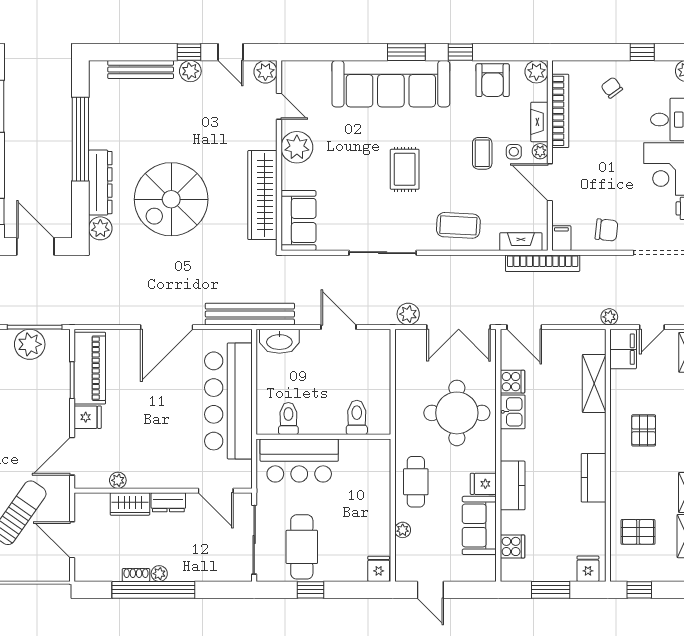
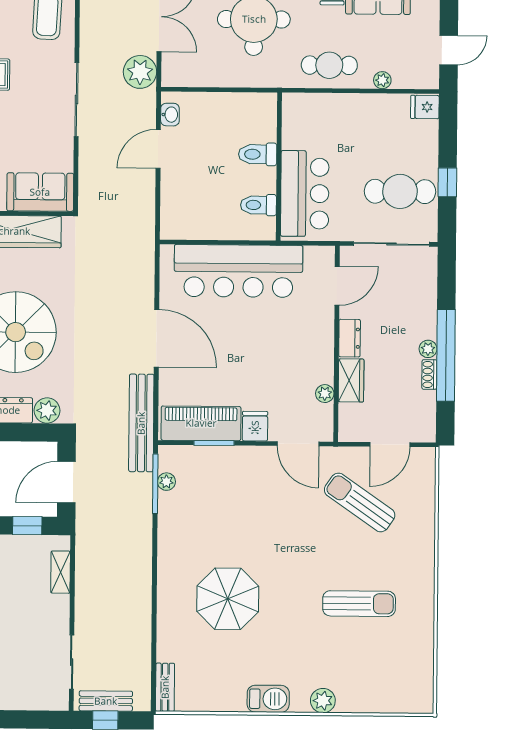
bench: (250, 314) -> (141, 423), moved
plant: (408, 314) -> (140, 72), width x1.36, depth x1.36
washbasin: (279, 341) -> (170, 115), moved, width x0.52, depth x0.69
plant: (30, 344) -> (166, 482), width x0.53, depth x0.53
toilet: (357, 417) -> (258, 154), moved

